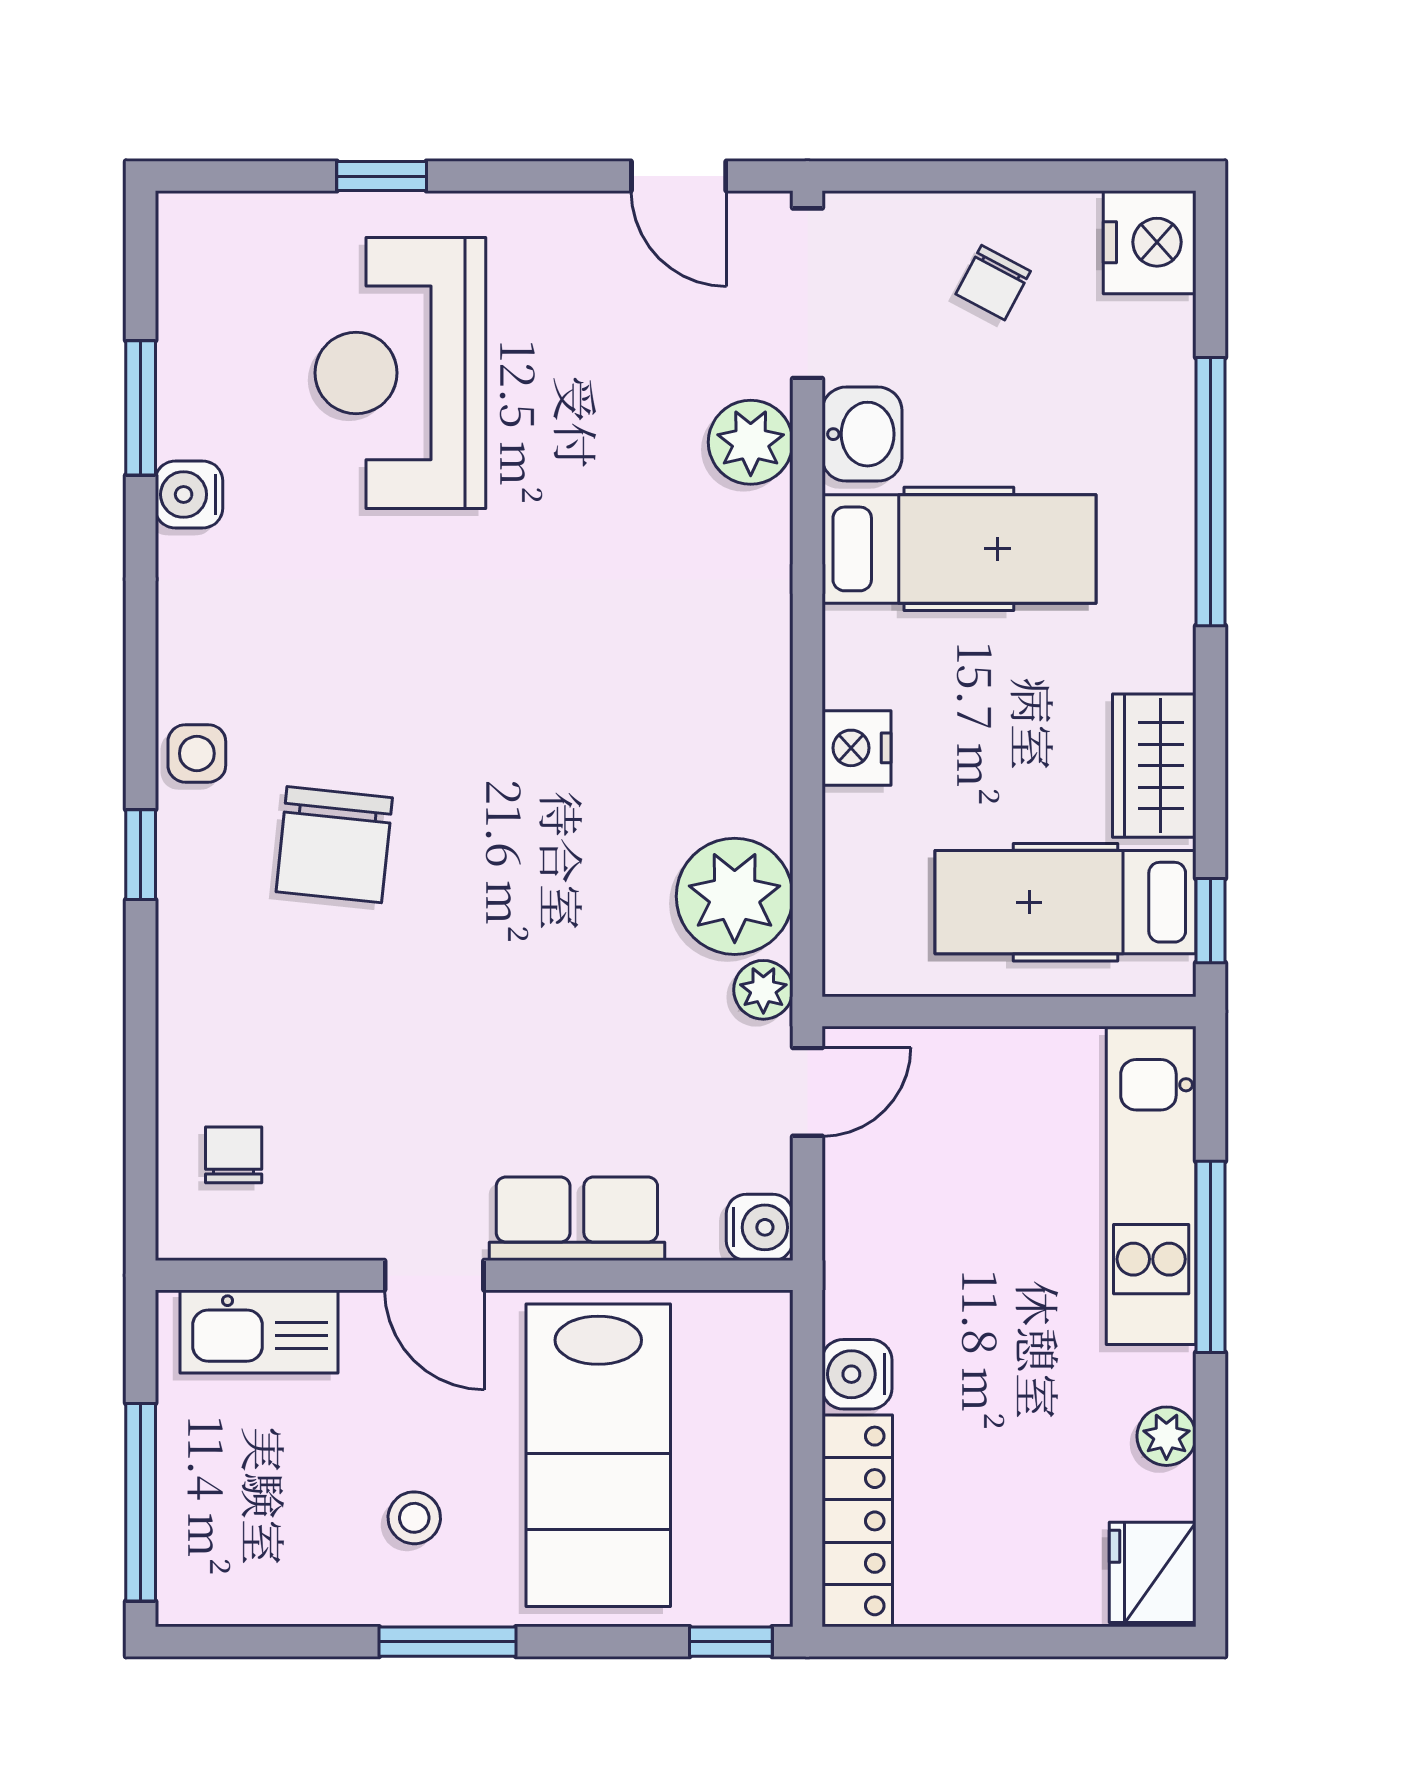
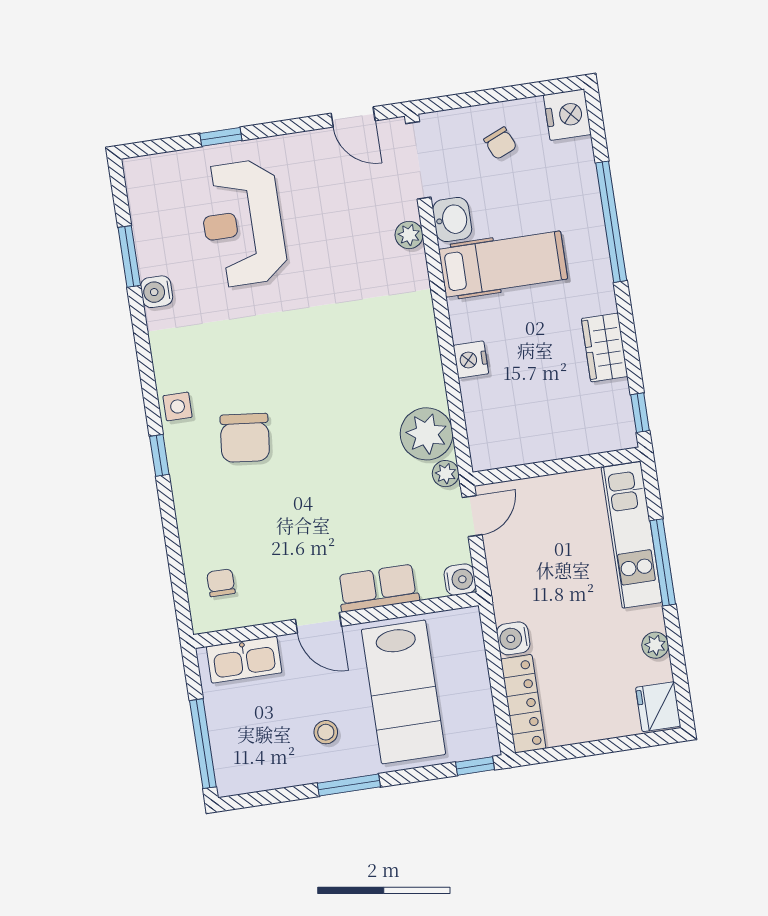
chair: (993, 283) -> (500, 143), turned -51
plant: (751, 442) -> (409, 235), width x0.73, depth x0.73
hospital bed: (1066, 902) -> (574, 414), removed

